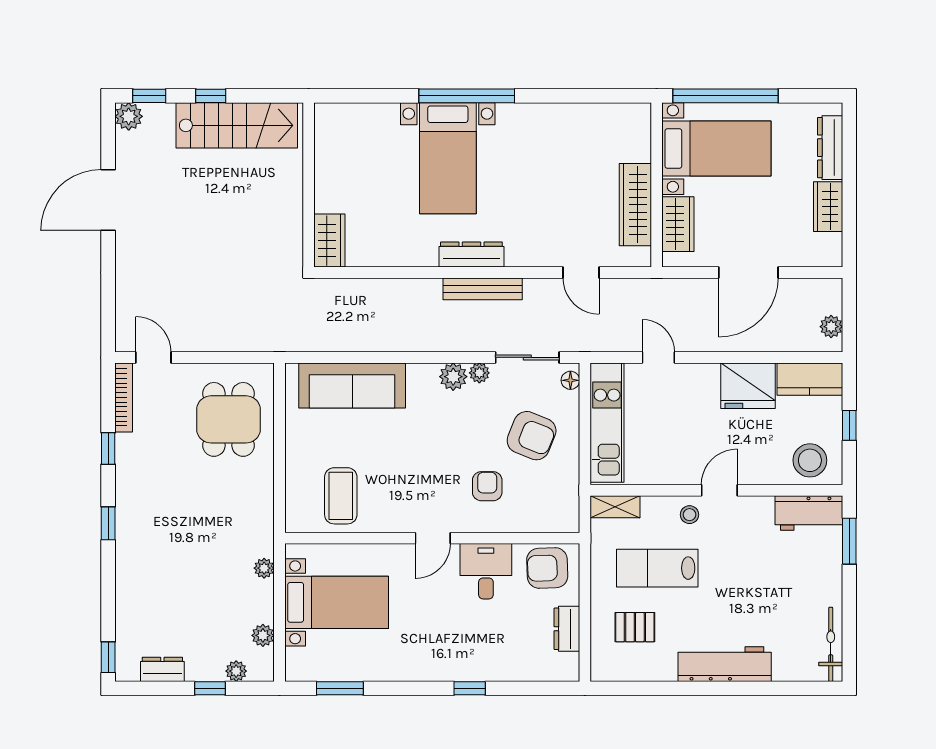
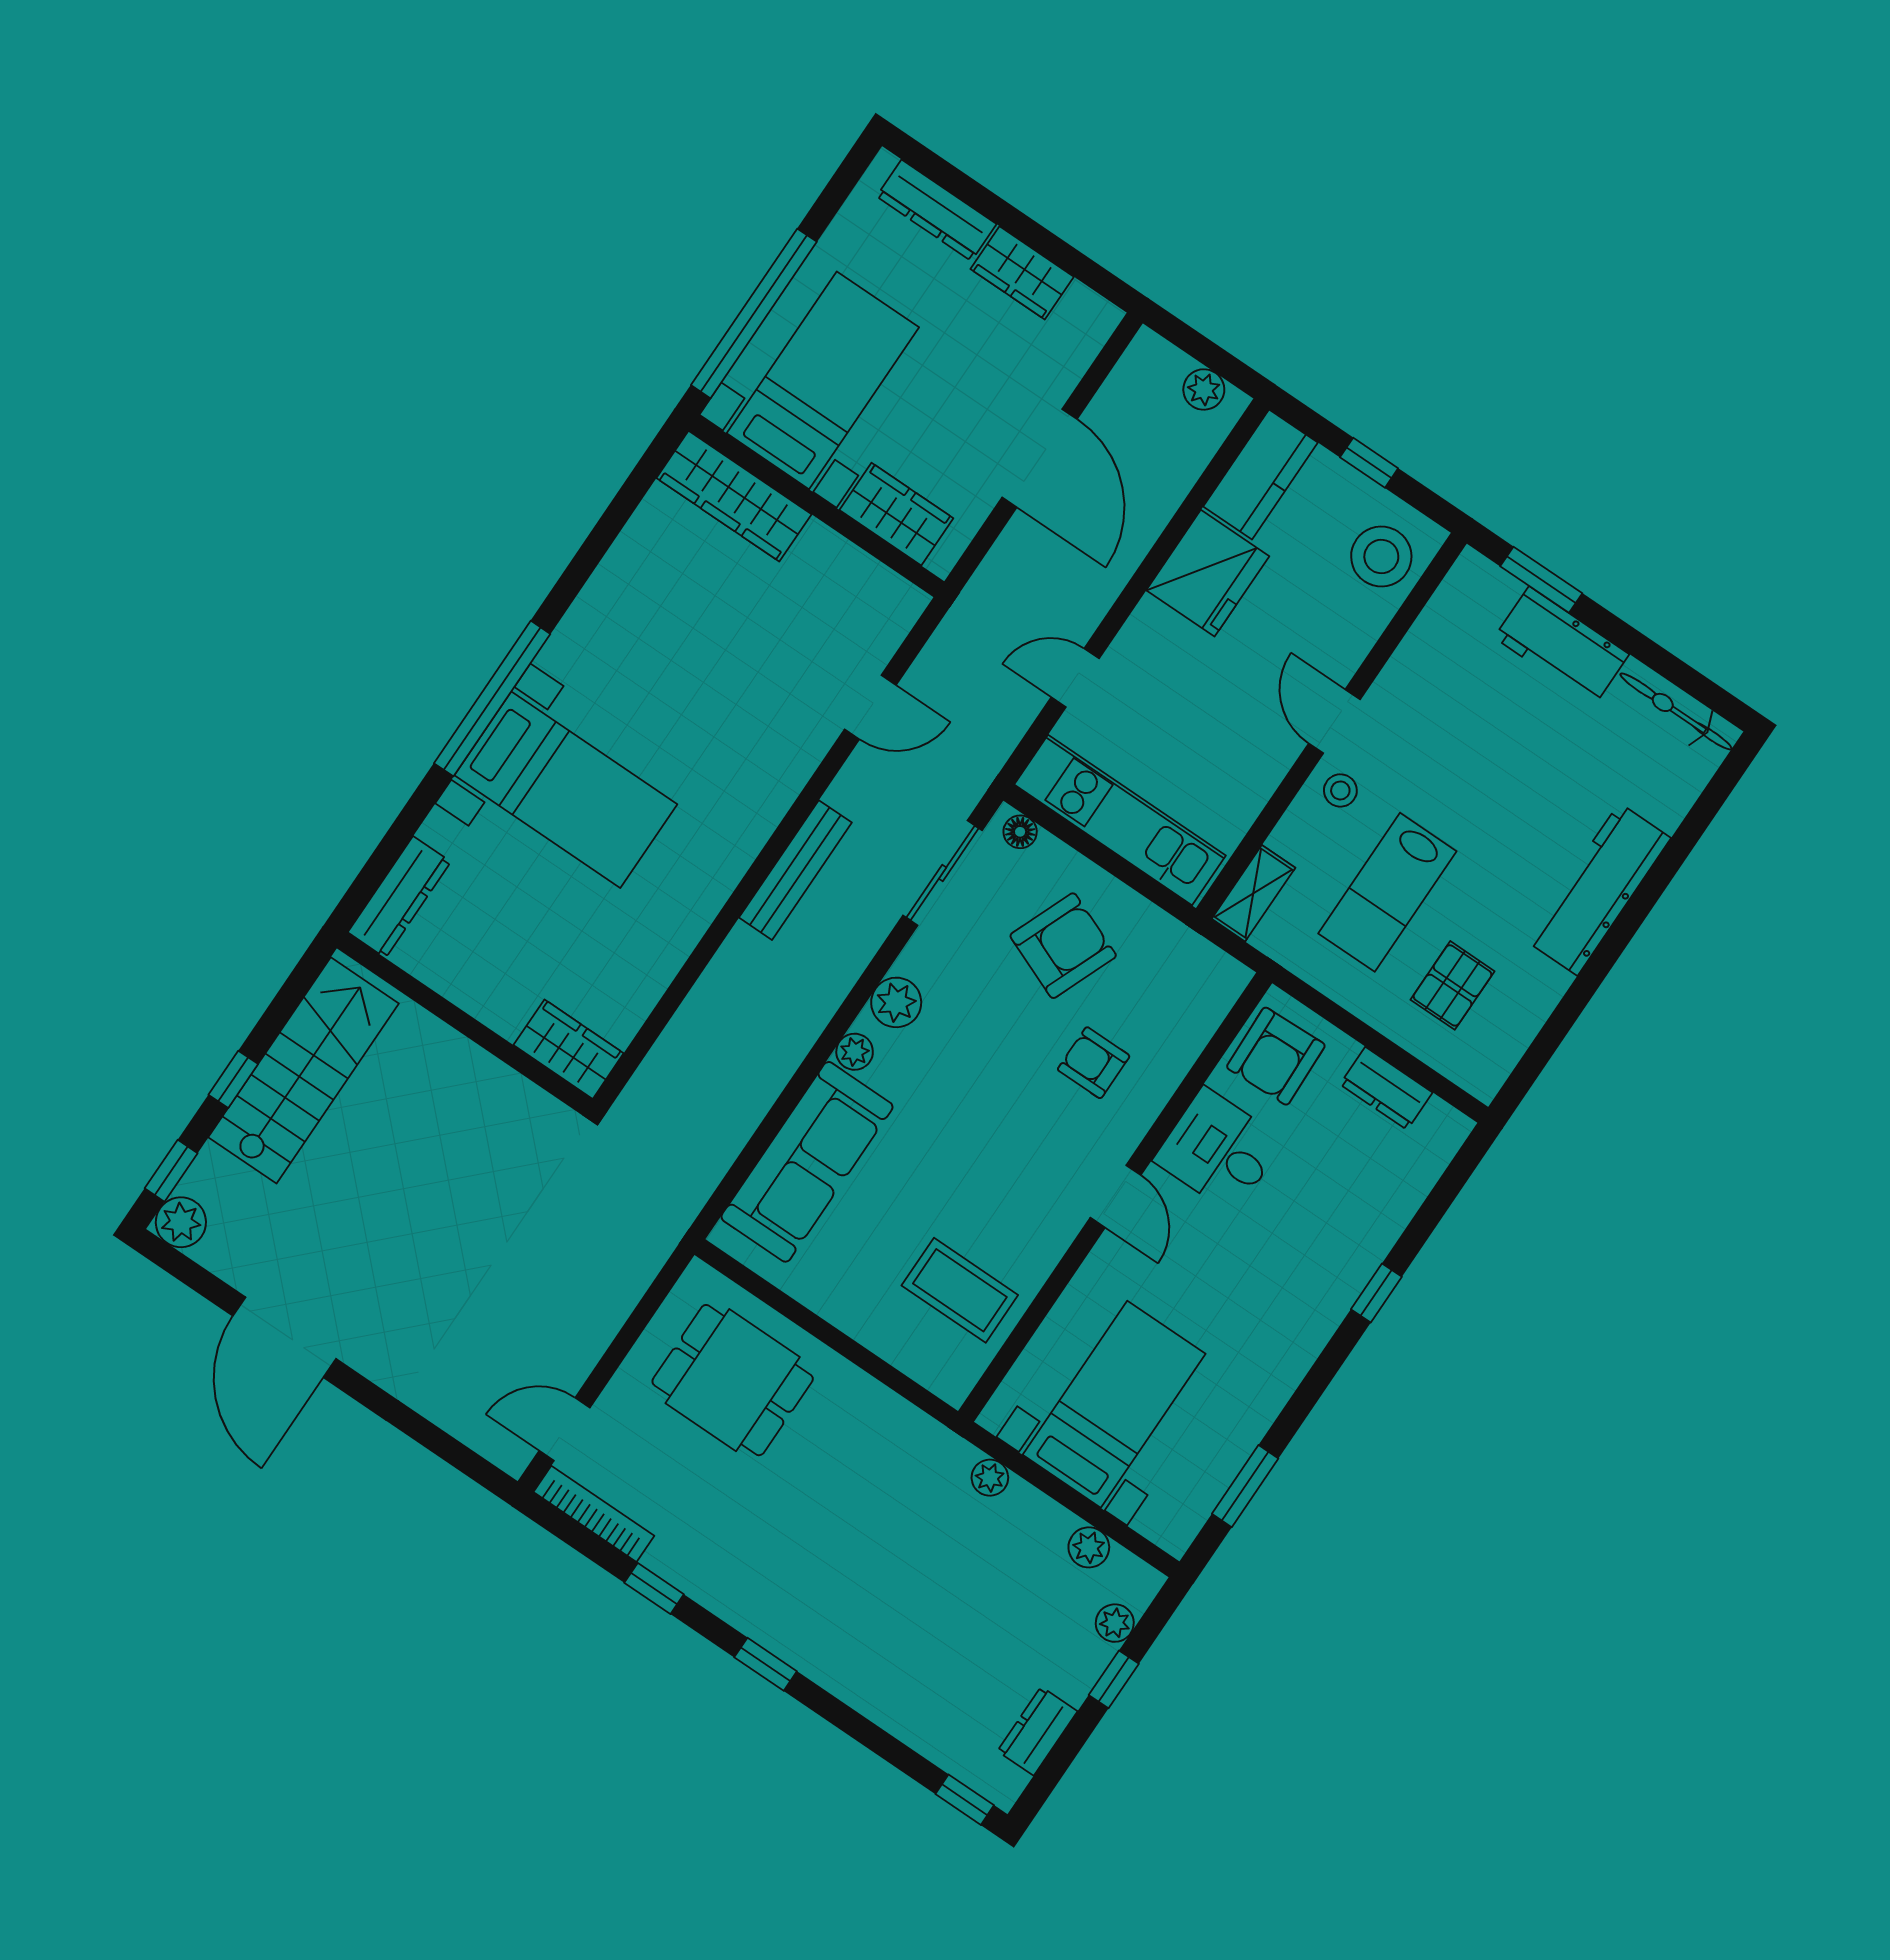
wardrobe: (635, 205) -> (734, 496), moved
dresser: (471, 254) -> (399, 897), moved, turned 180
plant: (479, 373) -> (855, 1052), moved
workbench: (809, 513) -> (1562, 646), moved, turned 90

